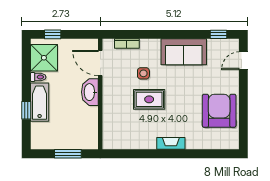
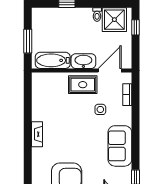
rug: (149, 99) -> (83, 85), moved, turned 90
bathtub: (40, 102) -> (53, 60), moved, turned 180

